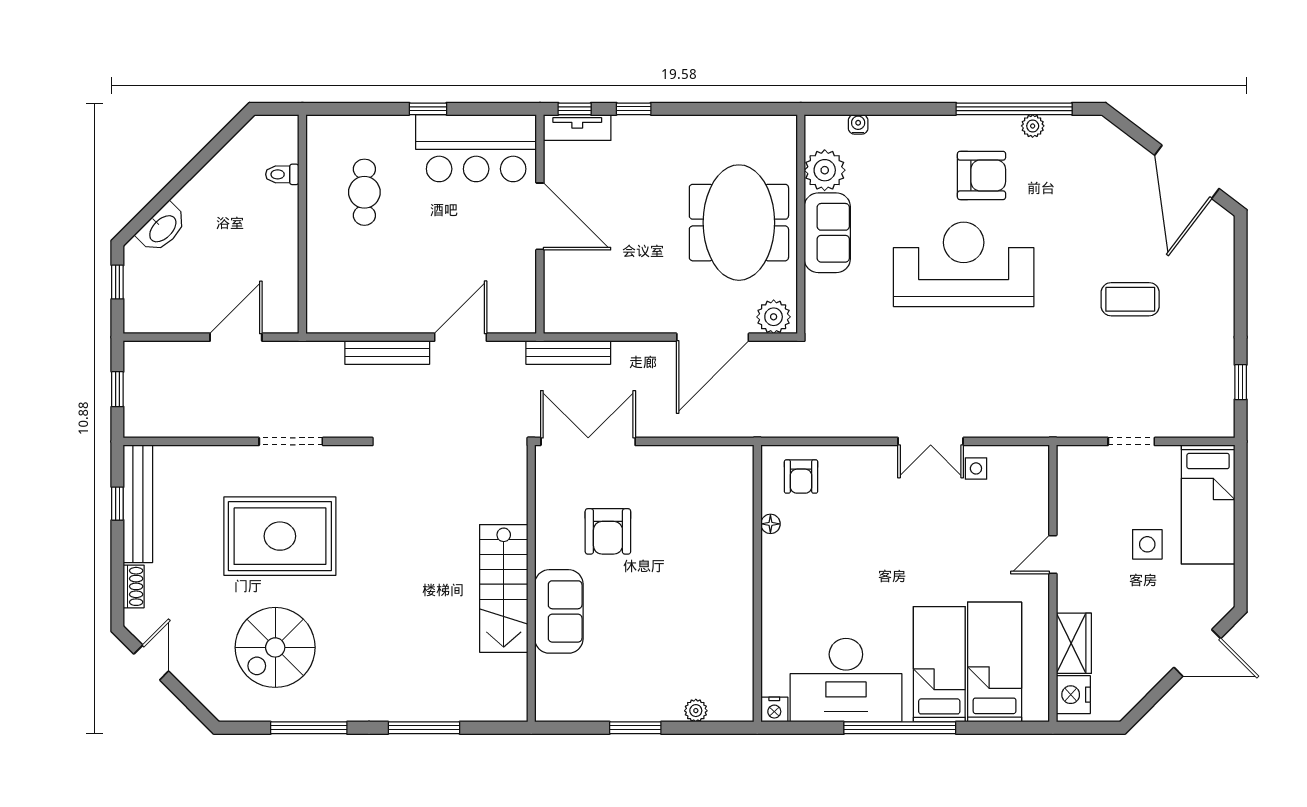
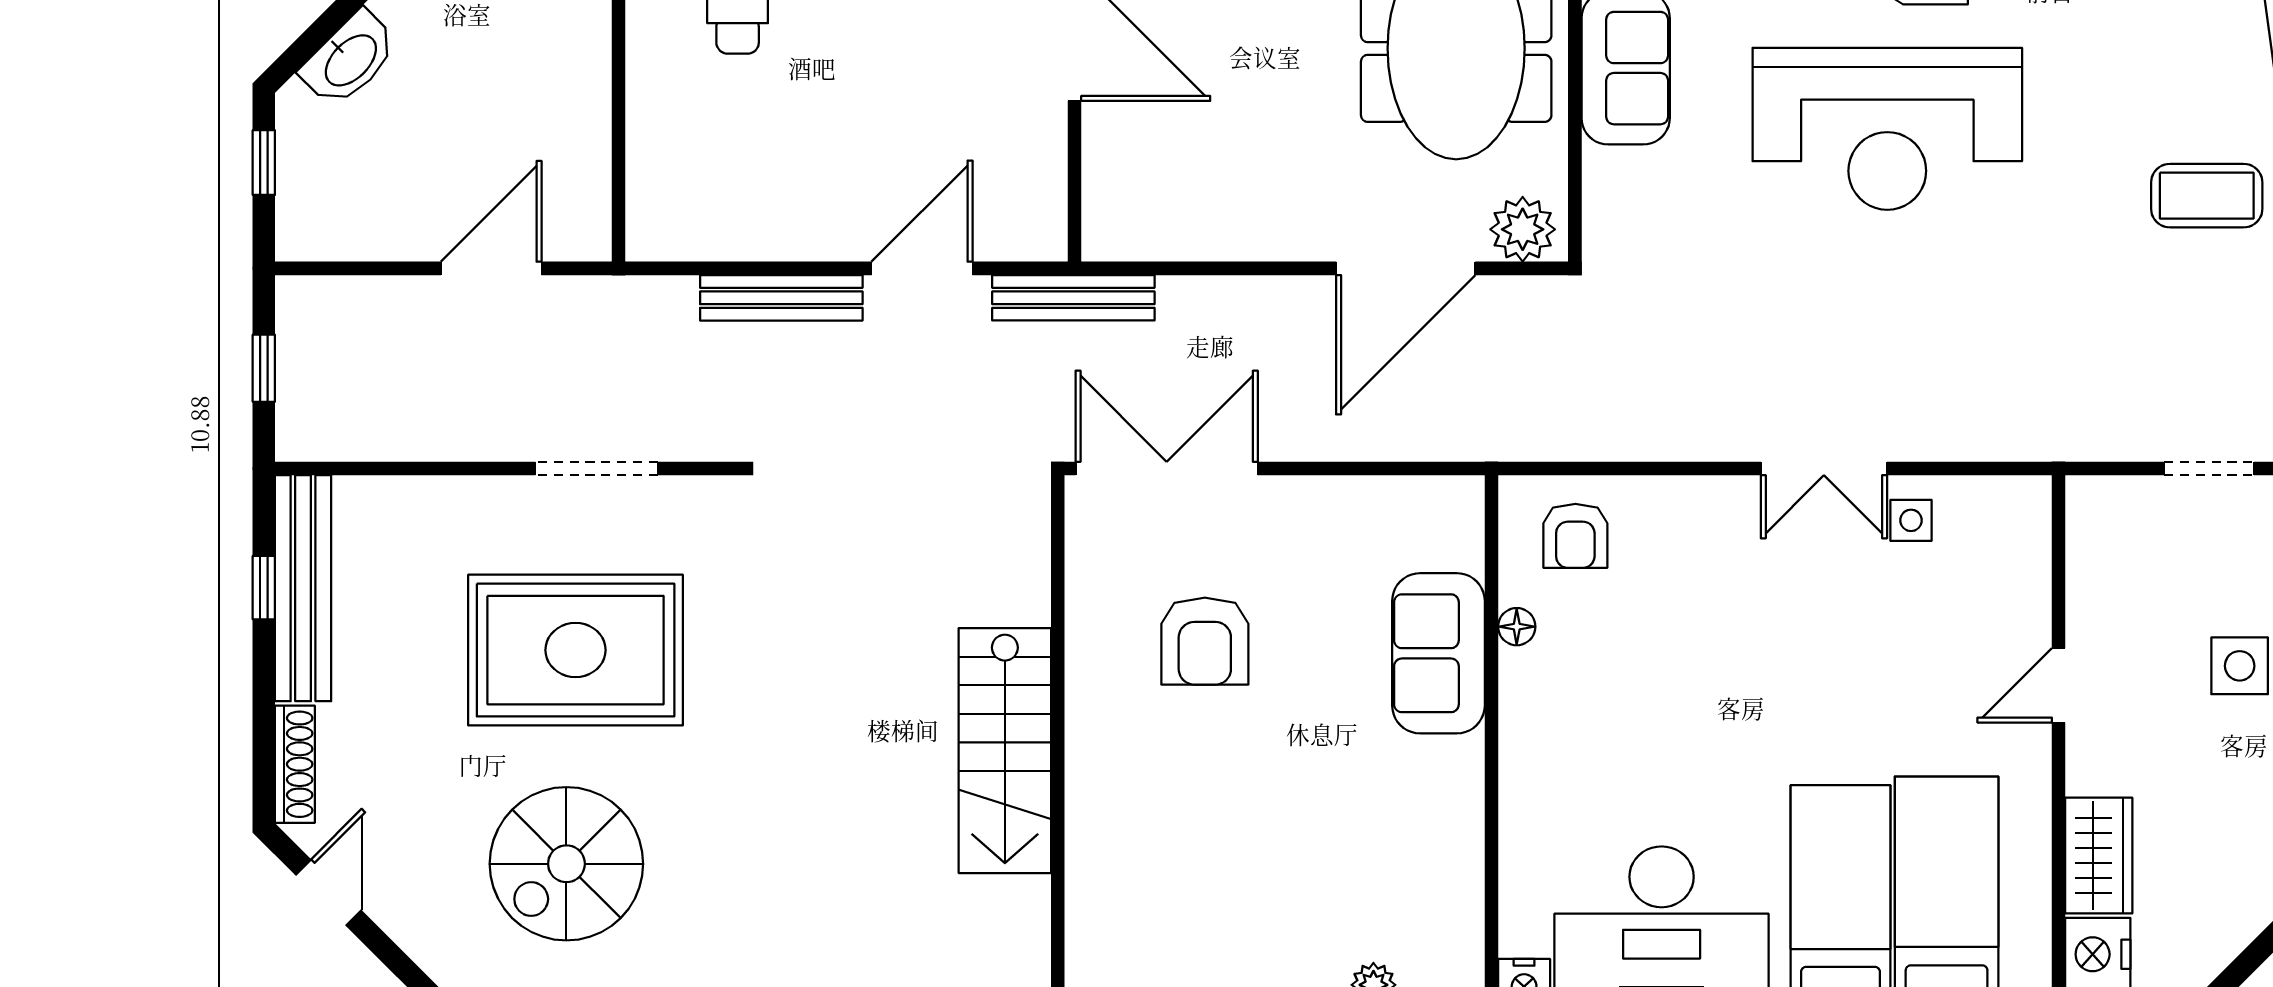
reception desk: (964, 264) -> (1887, 129), turned 180
bench: (568, 352) -> (1073, 298), moved
shoe rack: (134, 586) -> (295, 764), width x1.43
sofa: (559, 611) -> (1438, 653), moved, turned 180

